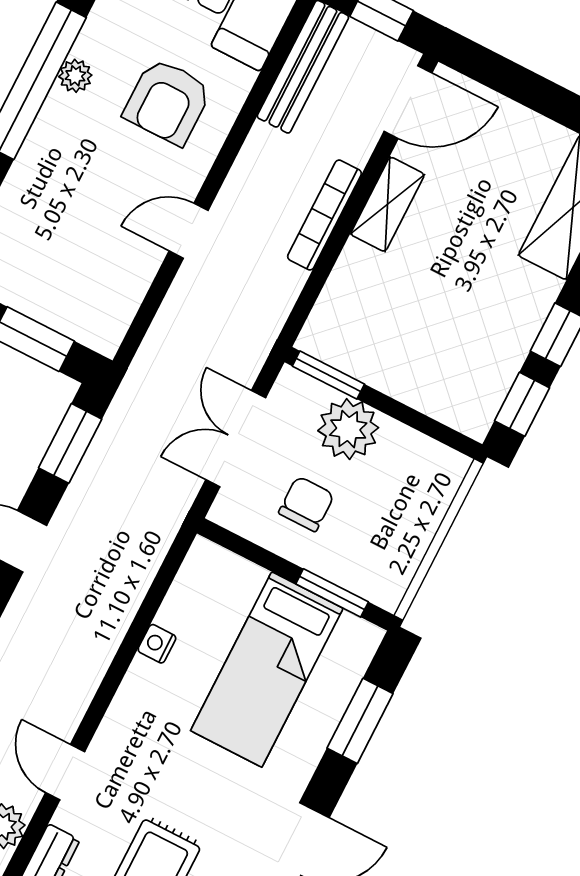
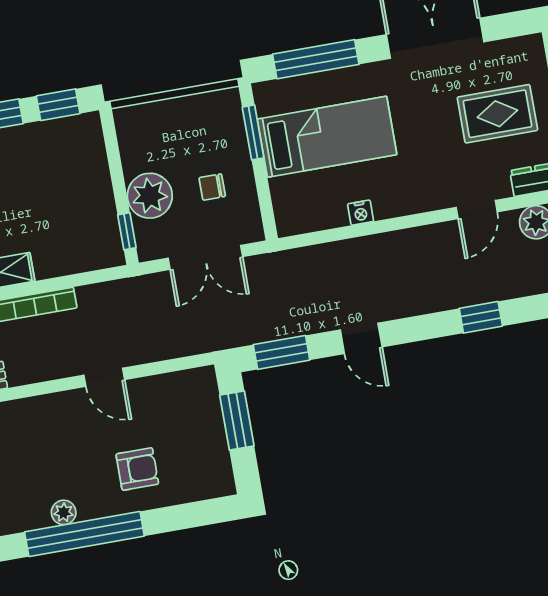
armchair: (167, 102) -> (137, 469), moved, width x0.72, depth x0.72
window: (328, 375) -> (127, 231), width x0.67
chair: (306, 504) -> (212, 187), width x0.73, depth x0.73
window: (360, 721) -> (316, 59), width x1.44

